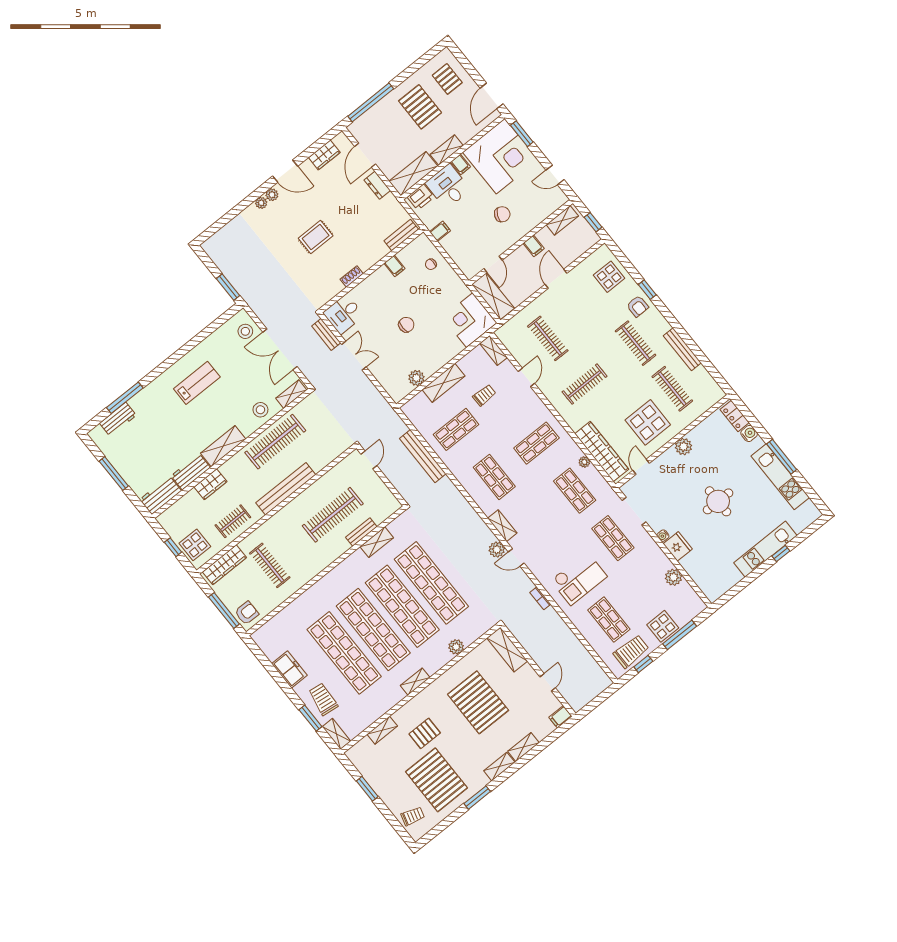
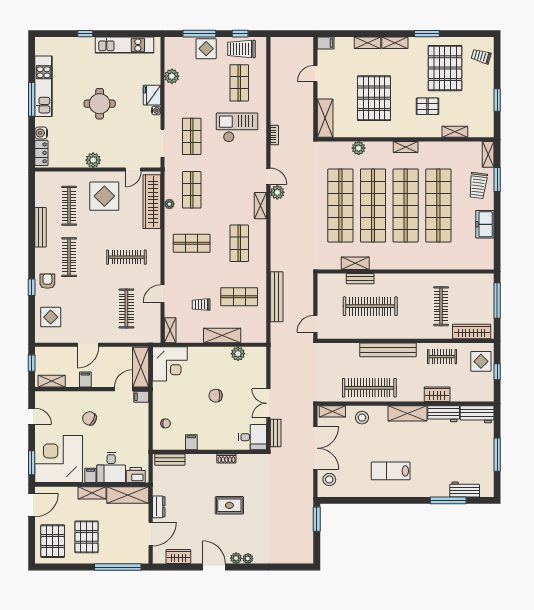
pallet: (447, 79) -> (53, 541), width x1.50, depth x1.42
filing cabinet: (440, 231) -> (141, 397), moved
kitchen unit: (765, 549) -> (124, 45), moved
armchair: (247, 613) -> (483, 286), removed

